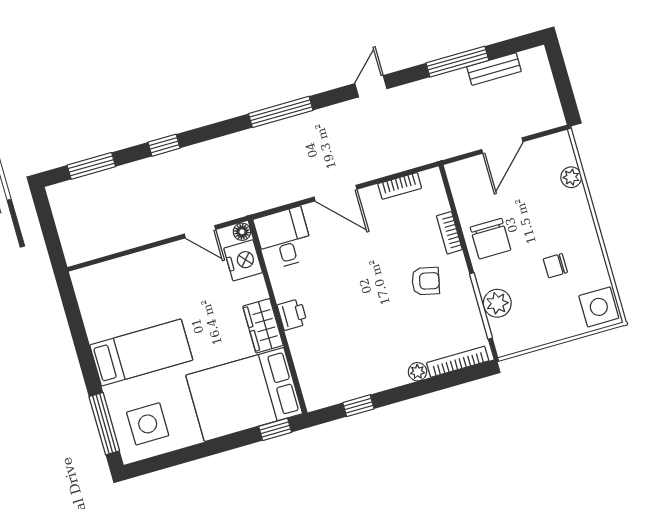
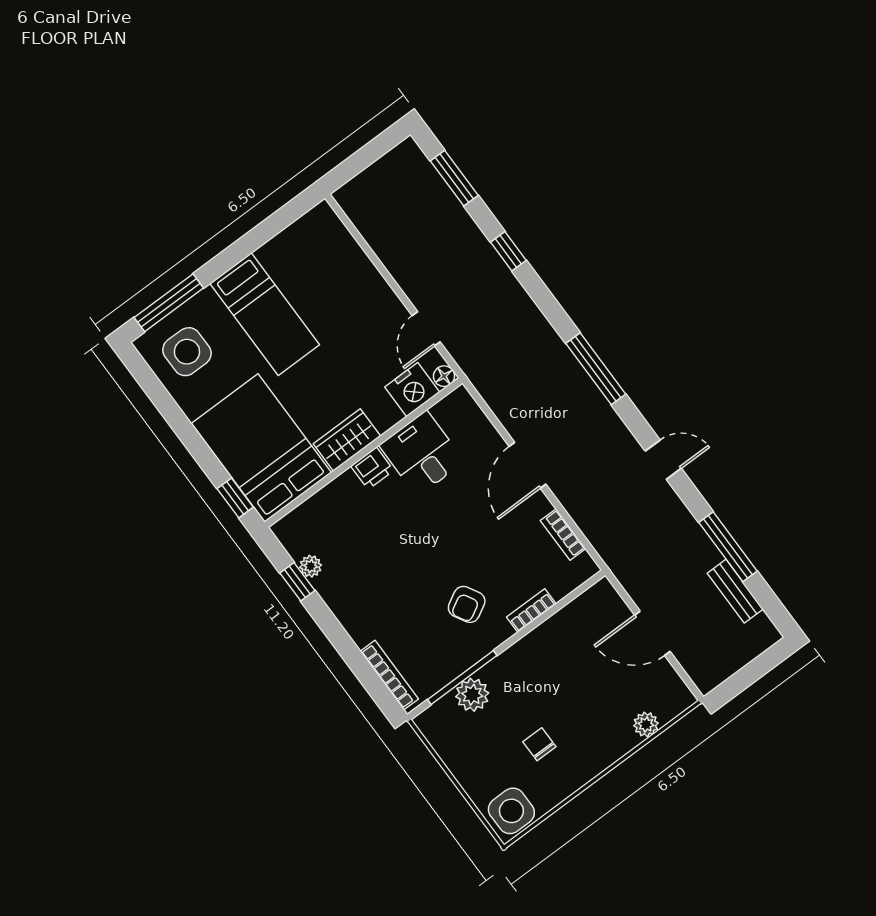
desk: (284, 238) -> (422, 453), moved, turned -90
chair: (490, 239) -> (542, 659), removed
armchair: (426, 281) -> (467, 604), turned 48
plant: (418, 372) -> (311, 566), moved

